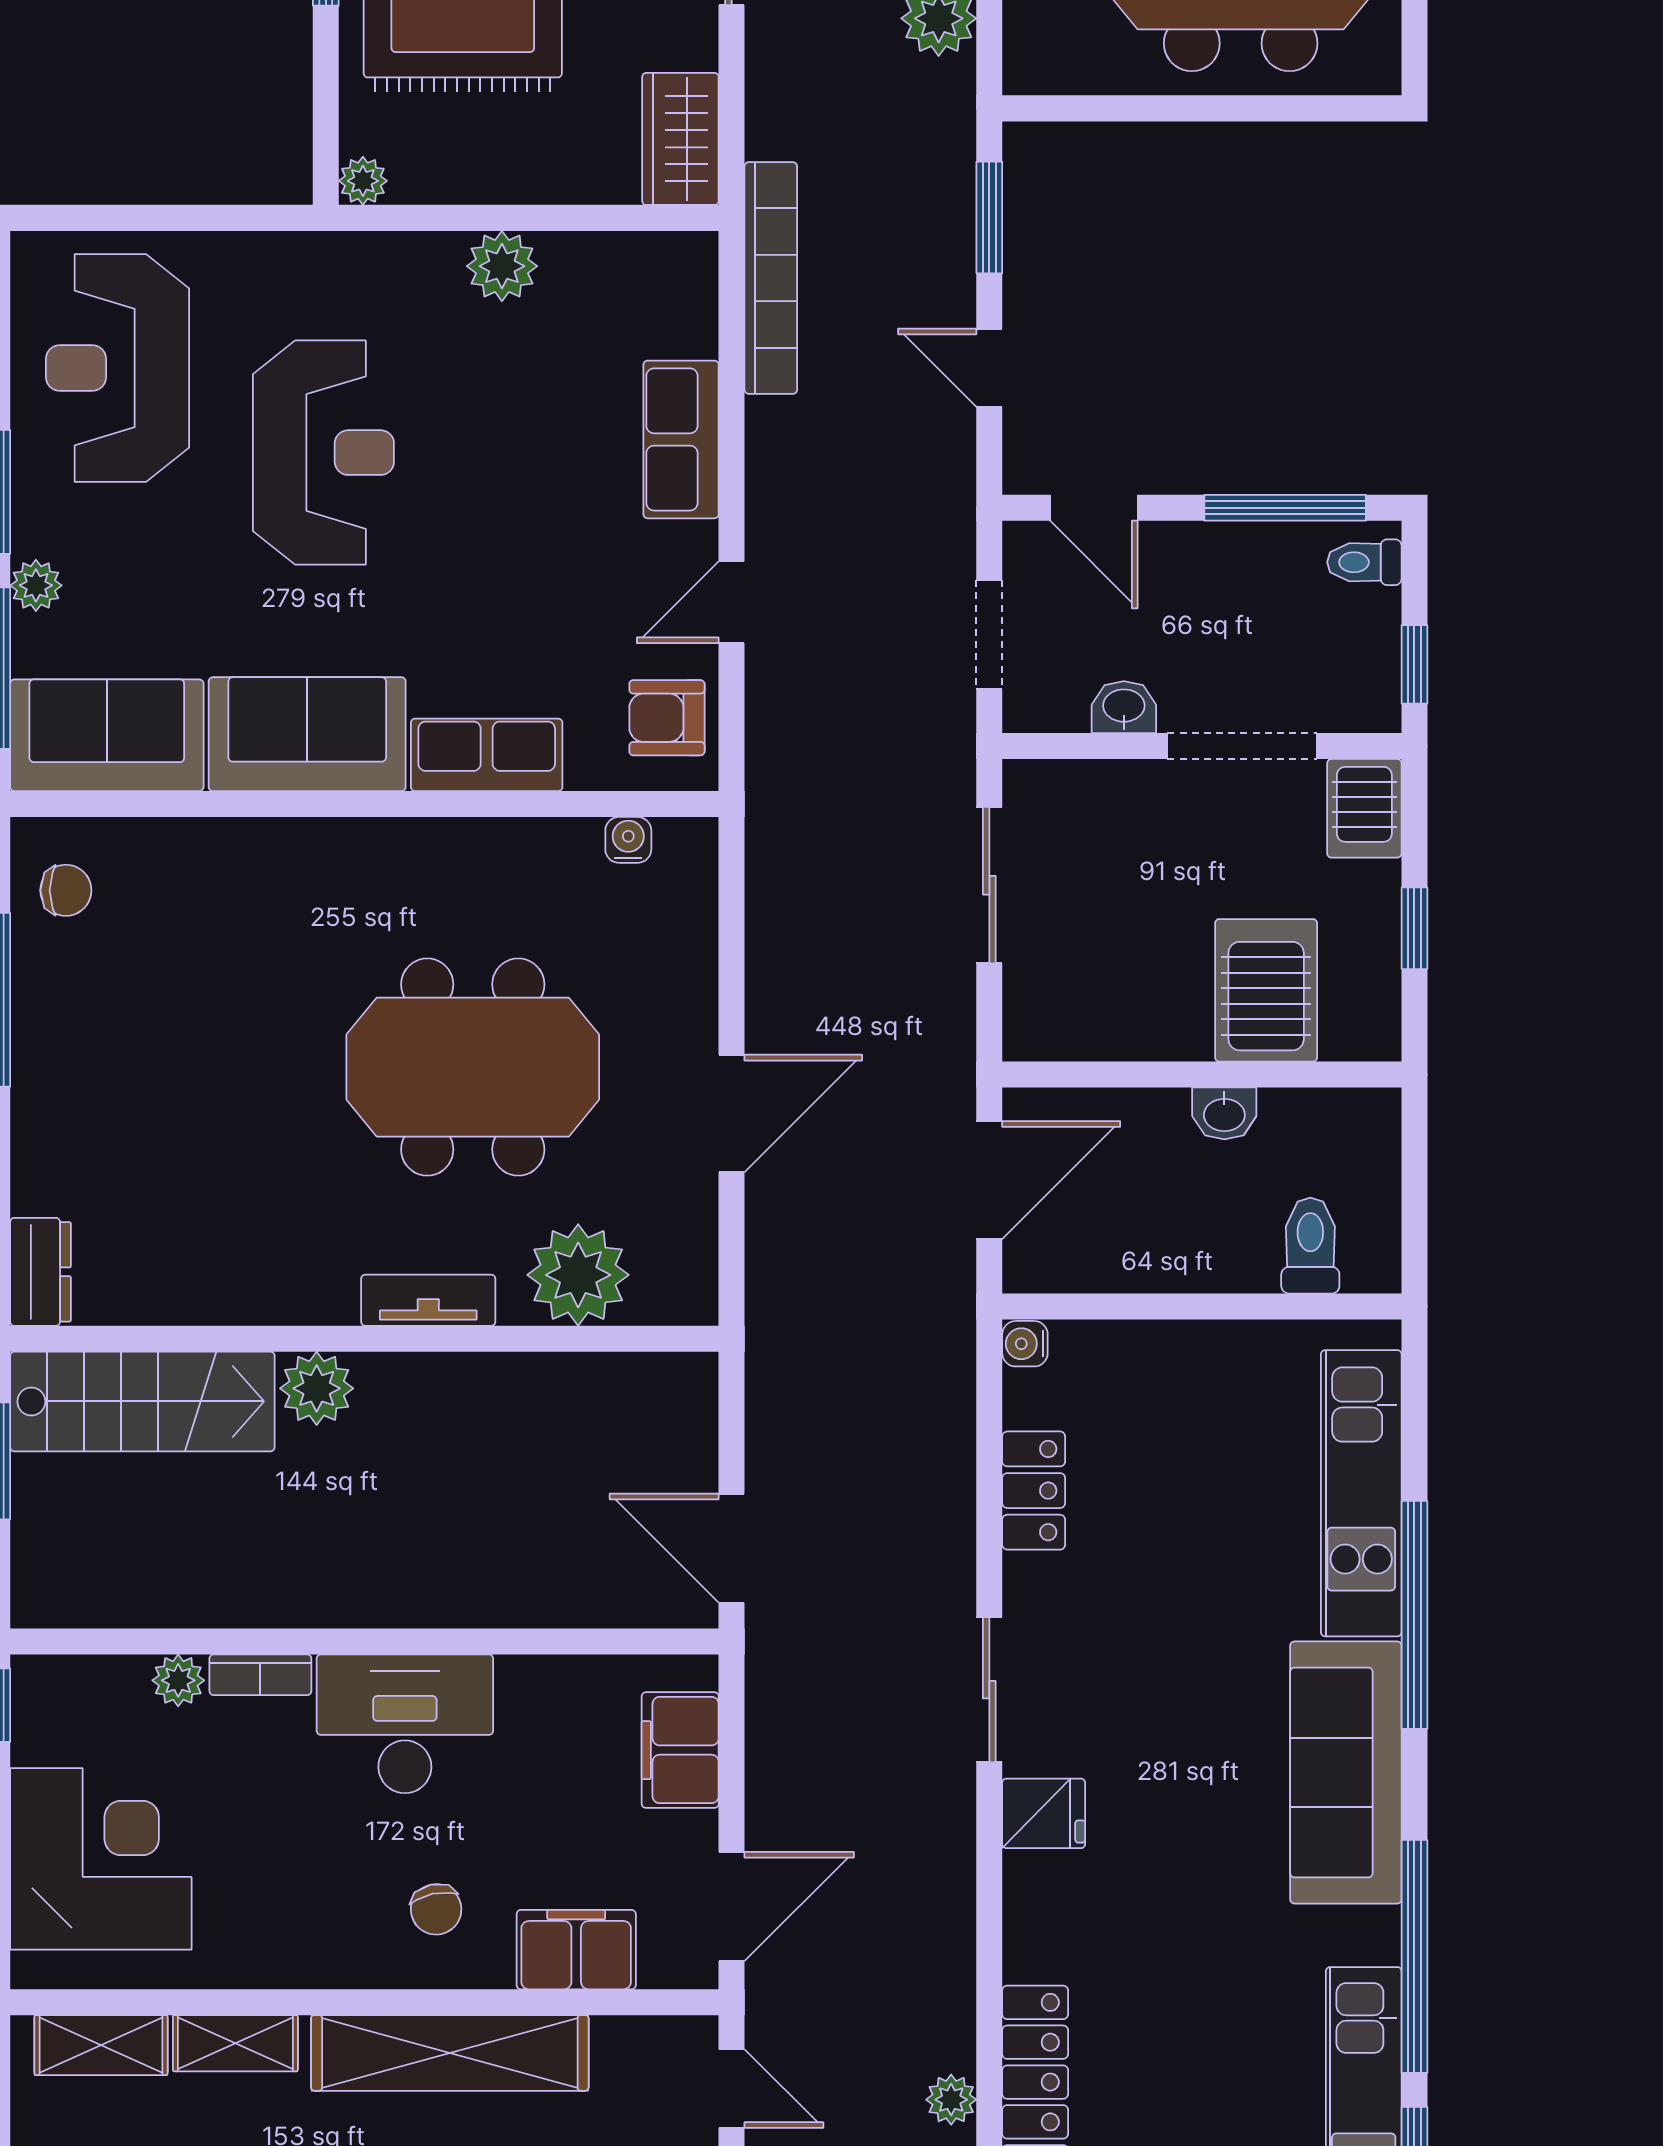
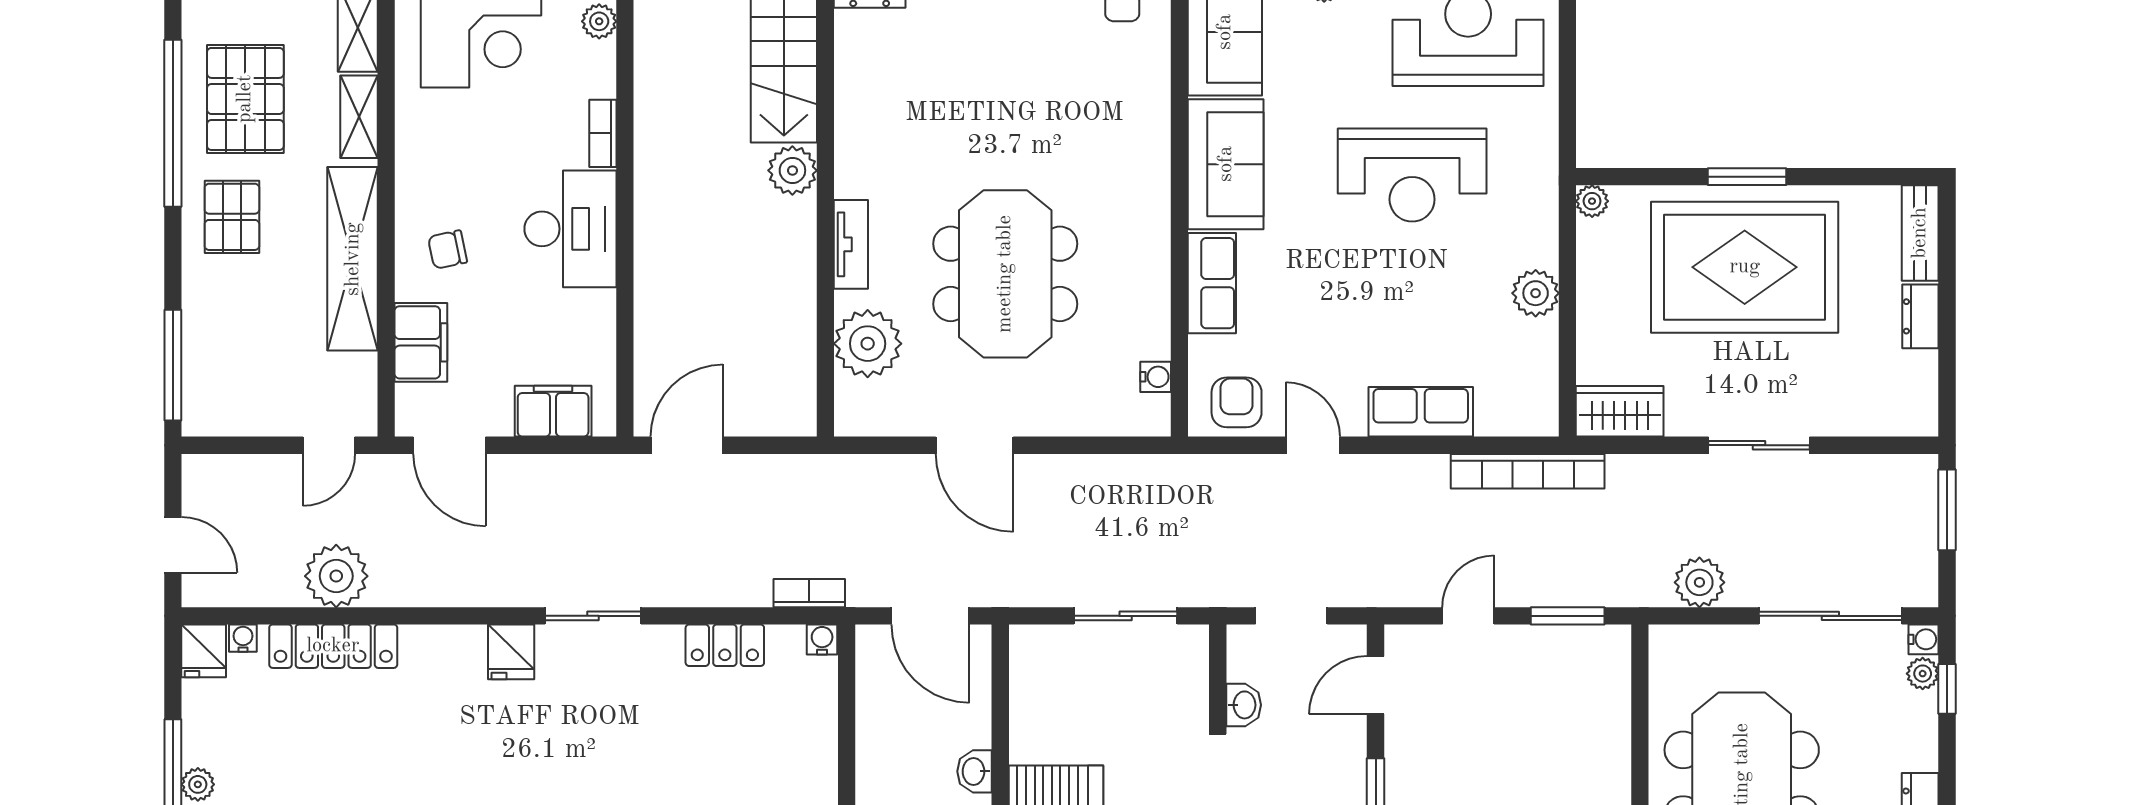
bookcase: (955, 1363) -> (809, 593), added
plant: (178, 1680) -> (599, 21), moved
plant: (951, 2100) -> (336, 576), width x1.88, depth x1.88

